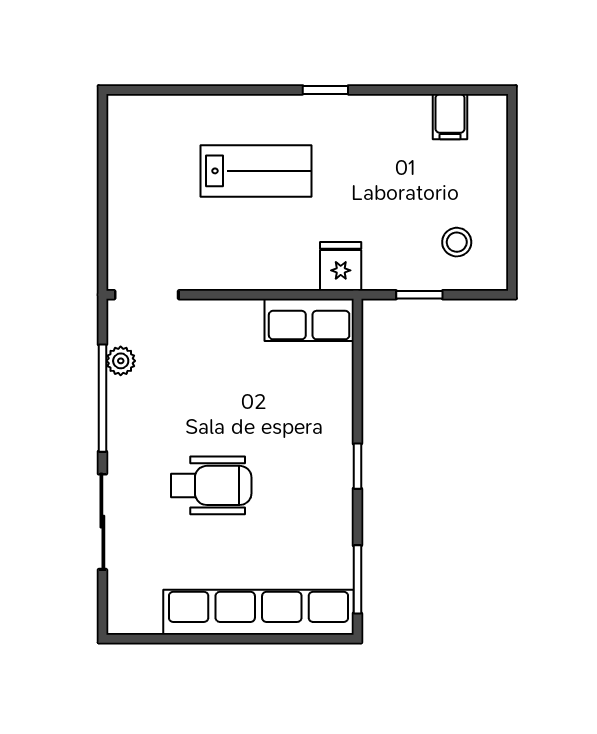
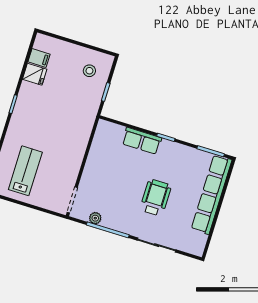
lab bench: (256, 171) -> (25, 171), moved
fridge: (341, 266) -> (35, 74), moved, turned 180
row of seats: (309, 320) -> (142, 141), moved, turned 90

